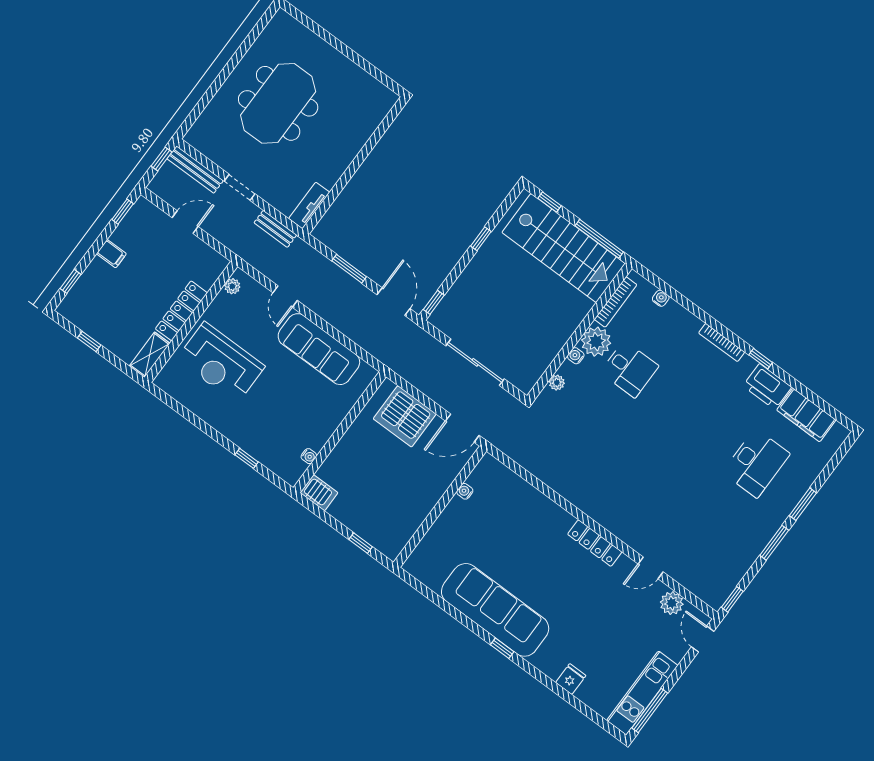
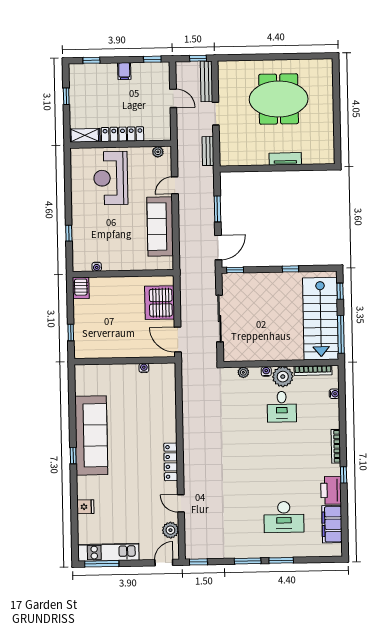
tv unit: (309, 205) -> (285, 159), moved

